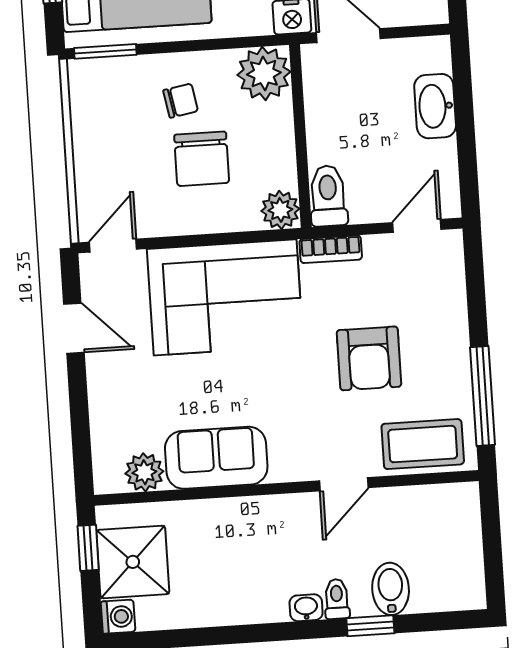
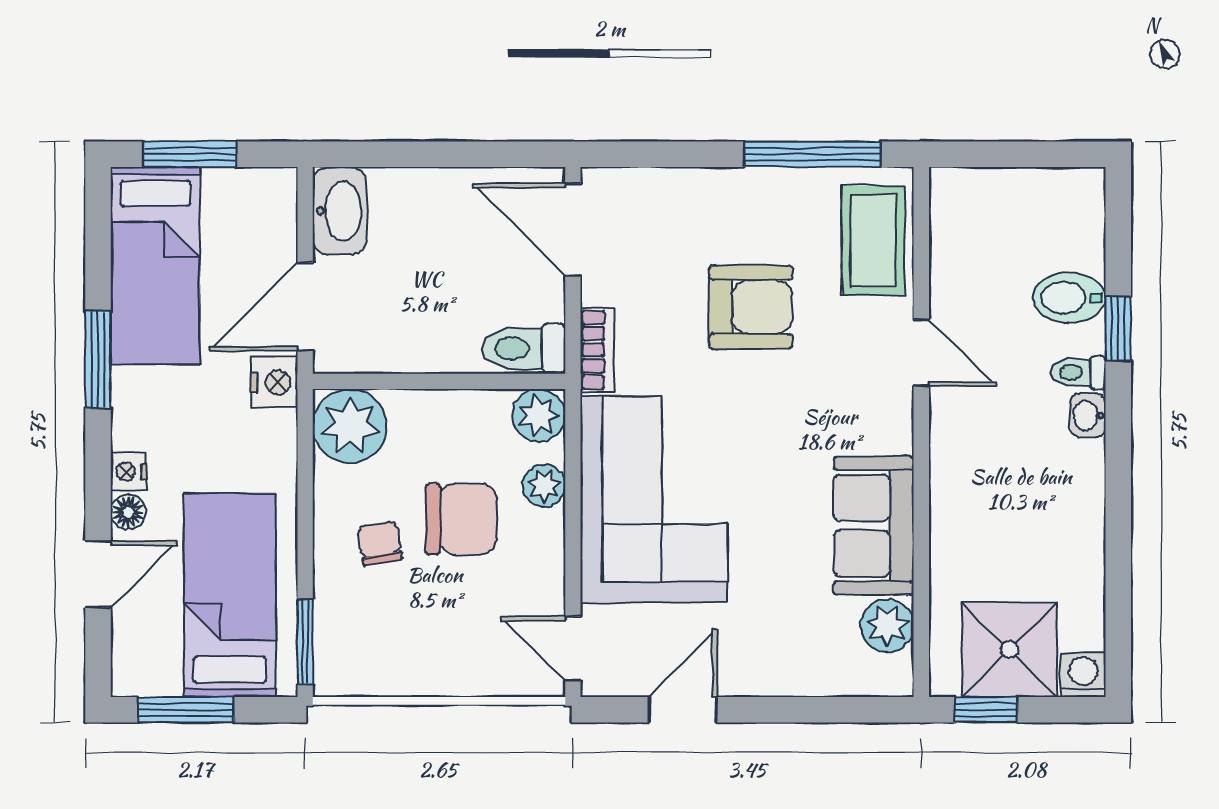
washbasin: (435, 106) -> (340, 211), moved, turned -90
plant: (230, 217) -> (544, 486), added
door: (417, 226) -> (573, 229), width x1.38

